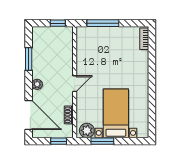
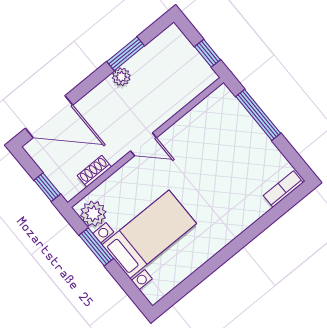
plant: (37, 84) -> (121, 77), moved
door: (29, 115) -> (49, 117), hinge flipped

